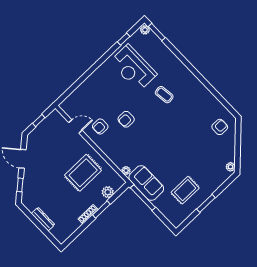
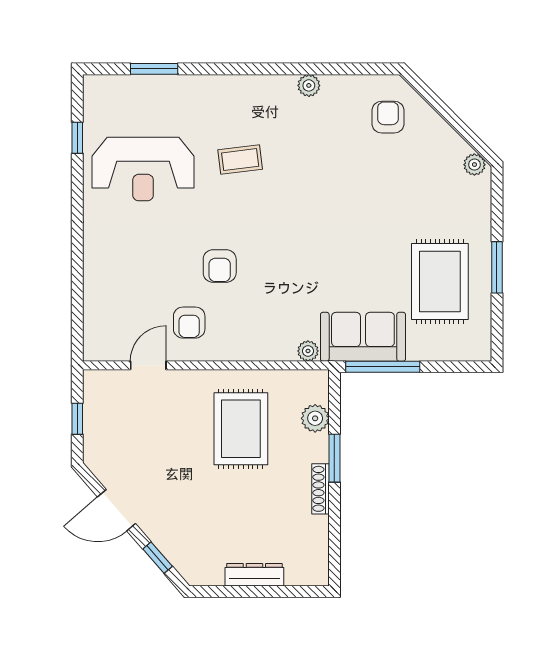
plant: (145, 30) -> (309, 85), moved
window: (157, 32) -> (154, 69), moved
rug: (185, 190) -> (440, 282), width x1.36, depth x1.43

